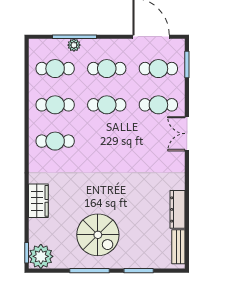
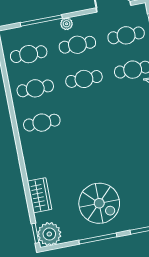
plant: (74, 45) -> (67, 24), moved
wardrobe: (38, 201) -> (39, 195), moved

